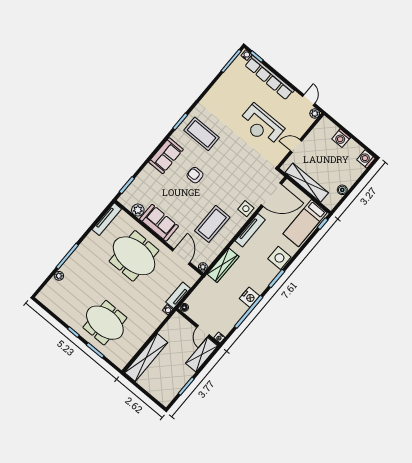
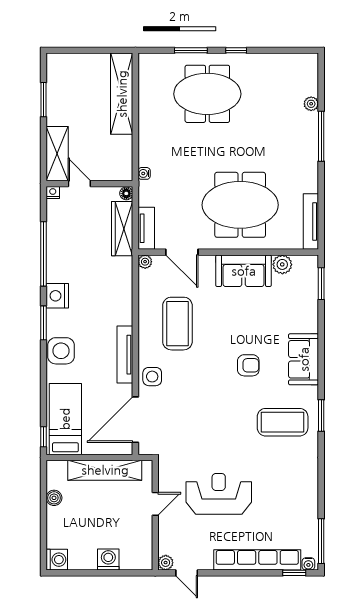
wardrobe: (223, 265) -> (122, 229), moved
tv unit: (178, 295) -> (146, 228), moved
nightstand: (250, 297) -> (57, 296), moved

